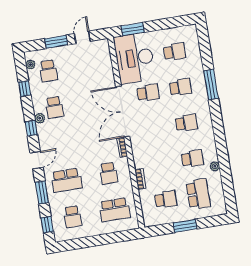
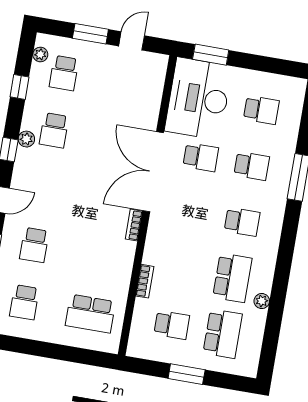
school desk: (192, 159) -> (232, 278), width x1.85
school desk: (109, 173) -> (100, 256), removed
school desk: (67, 180) -> (34, 245), width x0.54

